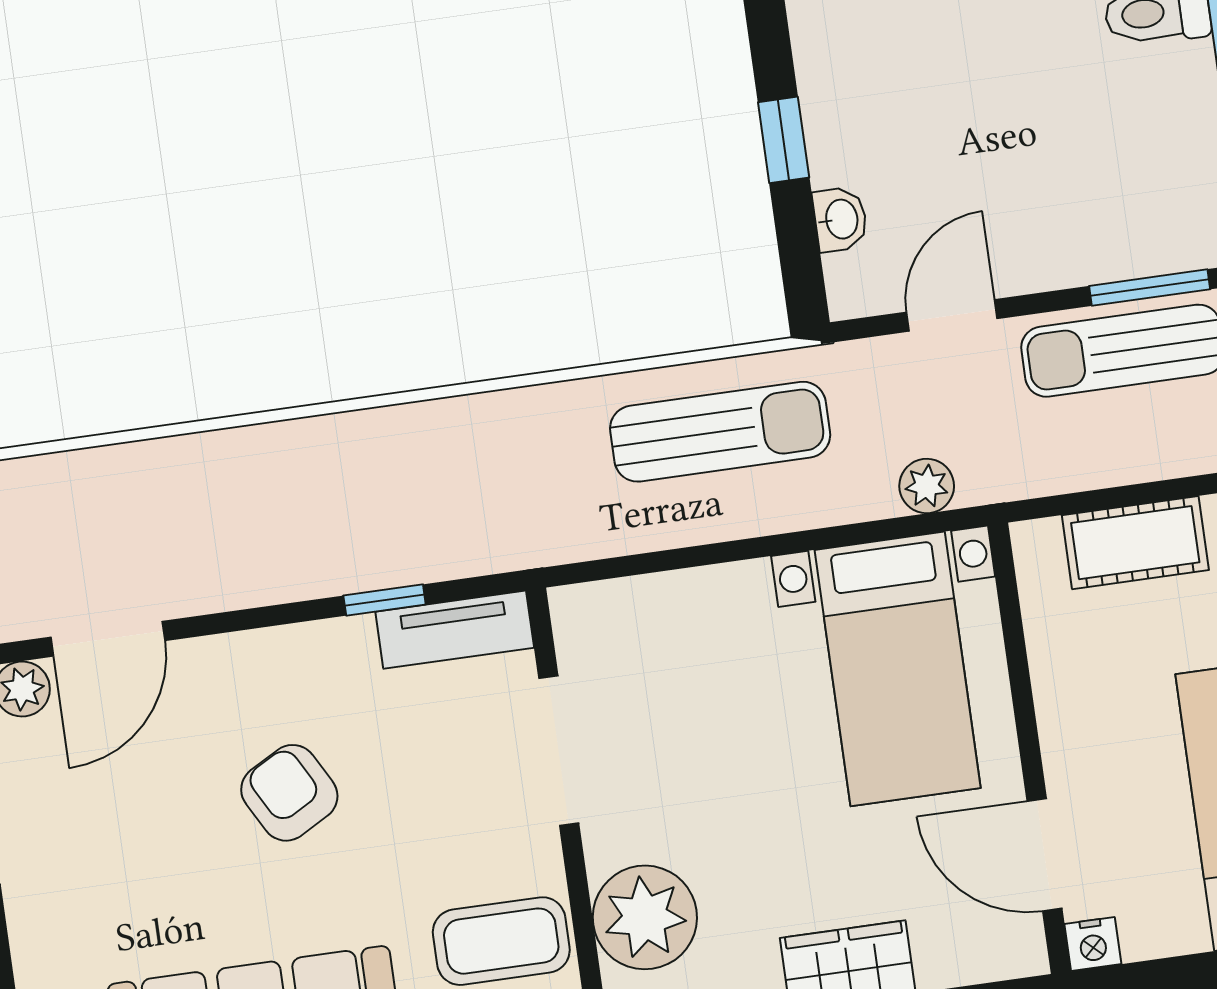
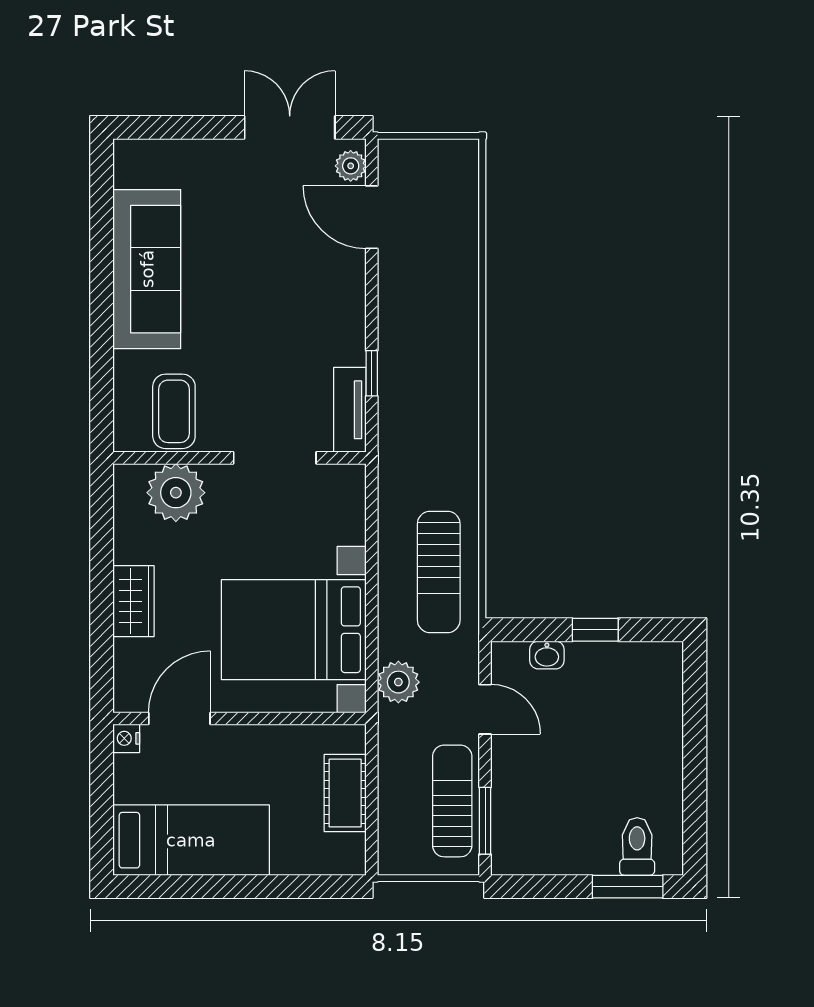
plant: (927, 486) -> (398, 682), width x1.38, depth x1.38
bed with nightstands: (898, 669) -> (294, 630), width x1.36
armchair: (289, 793) -> (272, 306), removed

